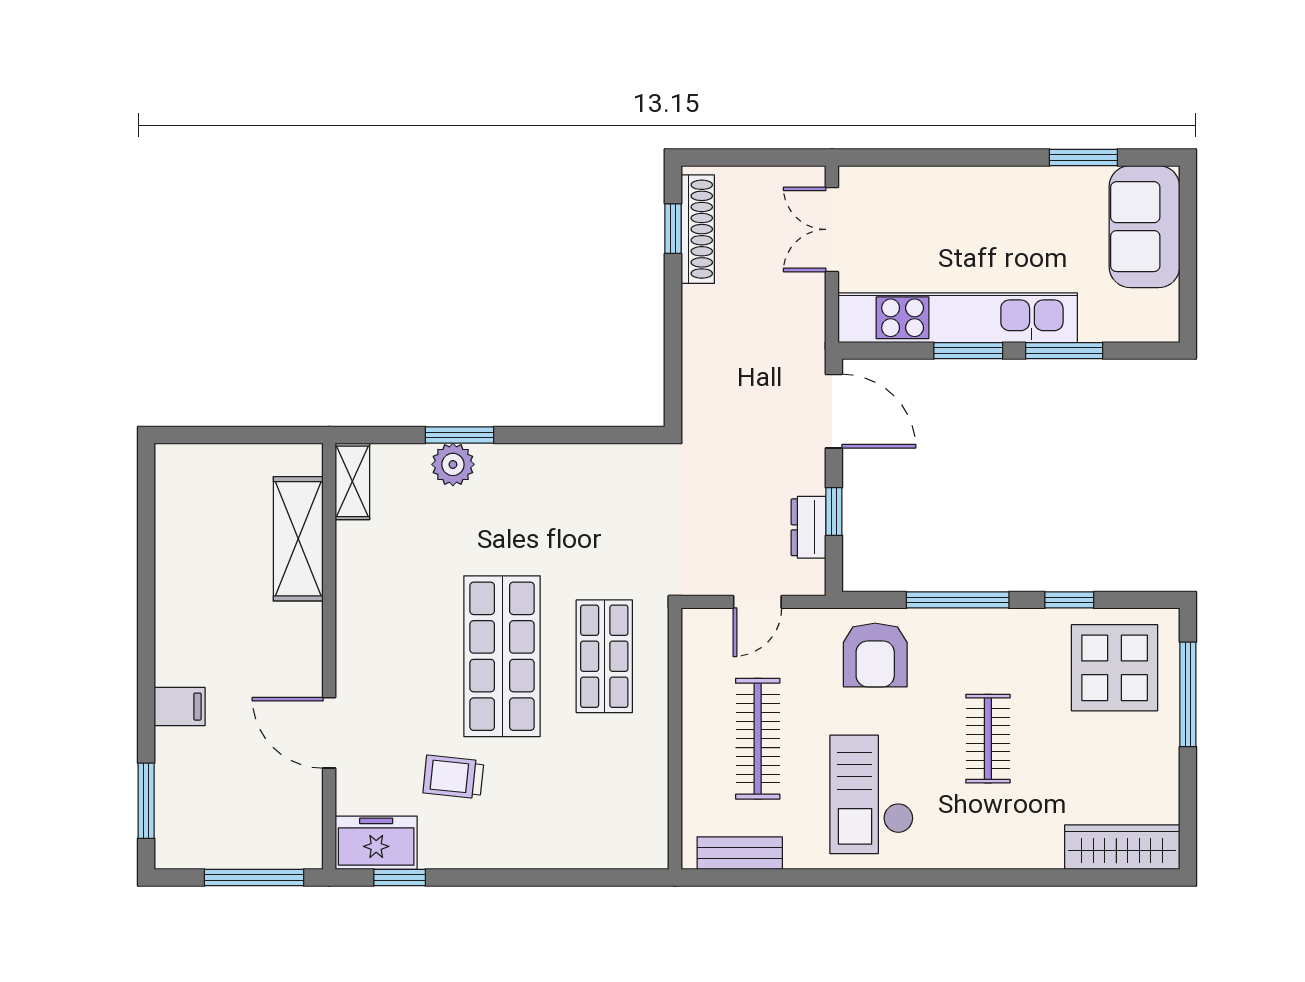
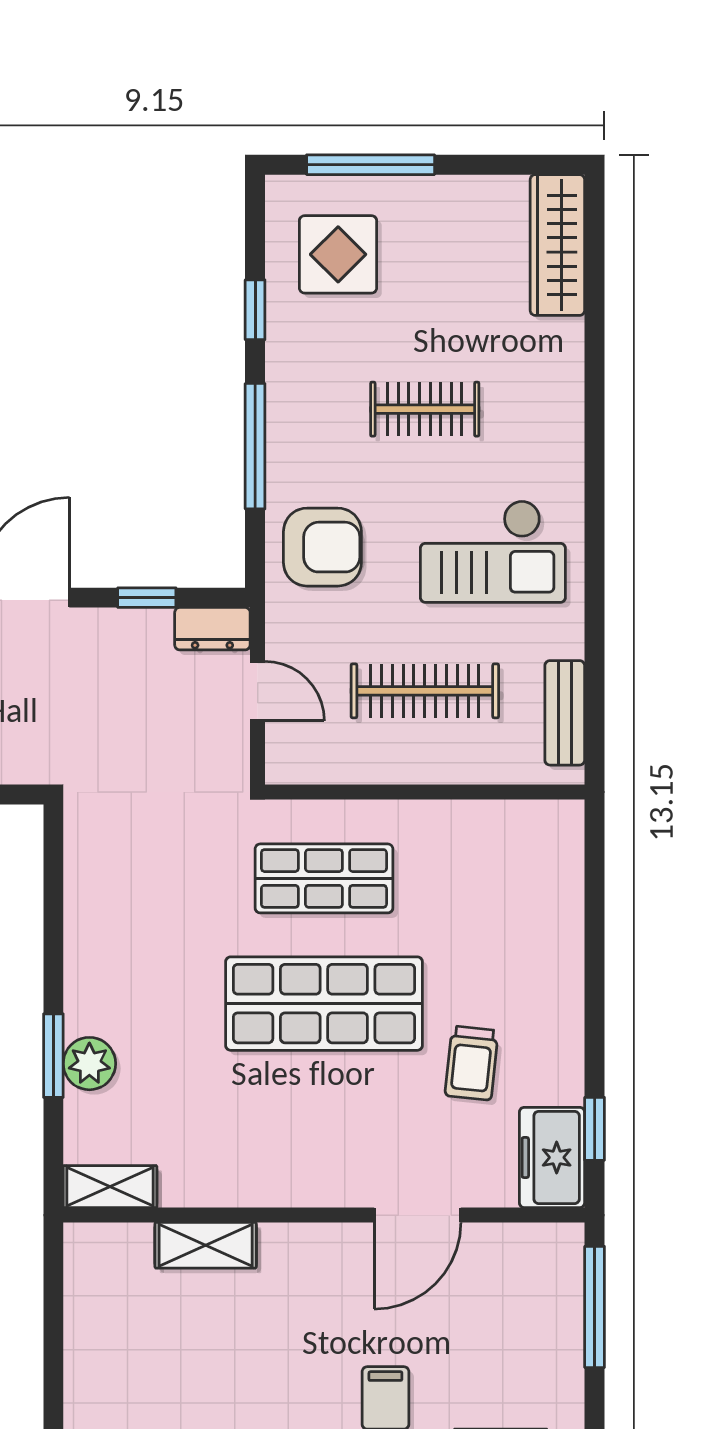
dresser: (808, 527) -> (212, 629), moved
shelving: (298, 539) -> (206, 1245), width x0.67, depth x0.75
display table: (1115, 668) -> (338, 254), width x0.73, depth x0.73

